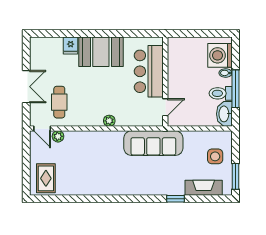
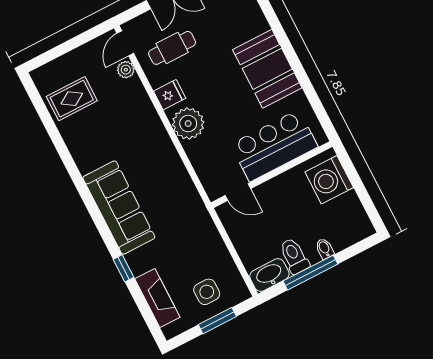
fridge: (71, 46) -> (170, 95), moved, turned 180
washing machine: (220, 55) -> (329, 180), moved, turned -90
plant: (109, 121) -> (188, 124), width x1.88, depth x1.88
sofa: (153, 143) -> (119, 208), moved, turned 180
window: (235, 176) -> (217, 321), moved
rug: (46, 178) -> (72, 99), moved

